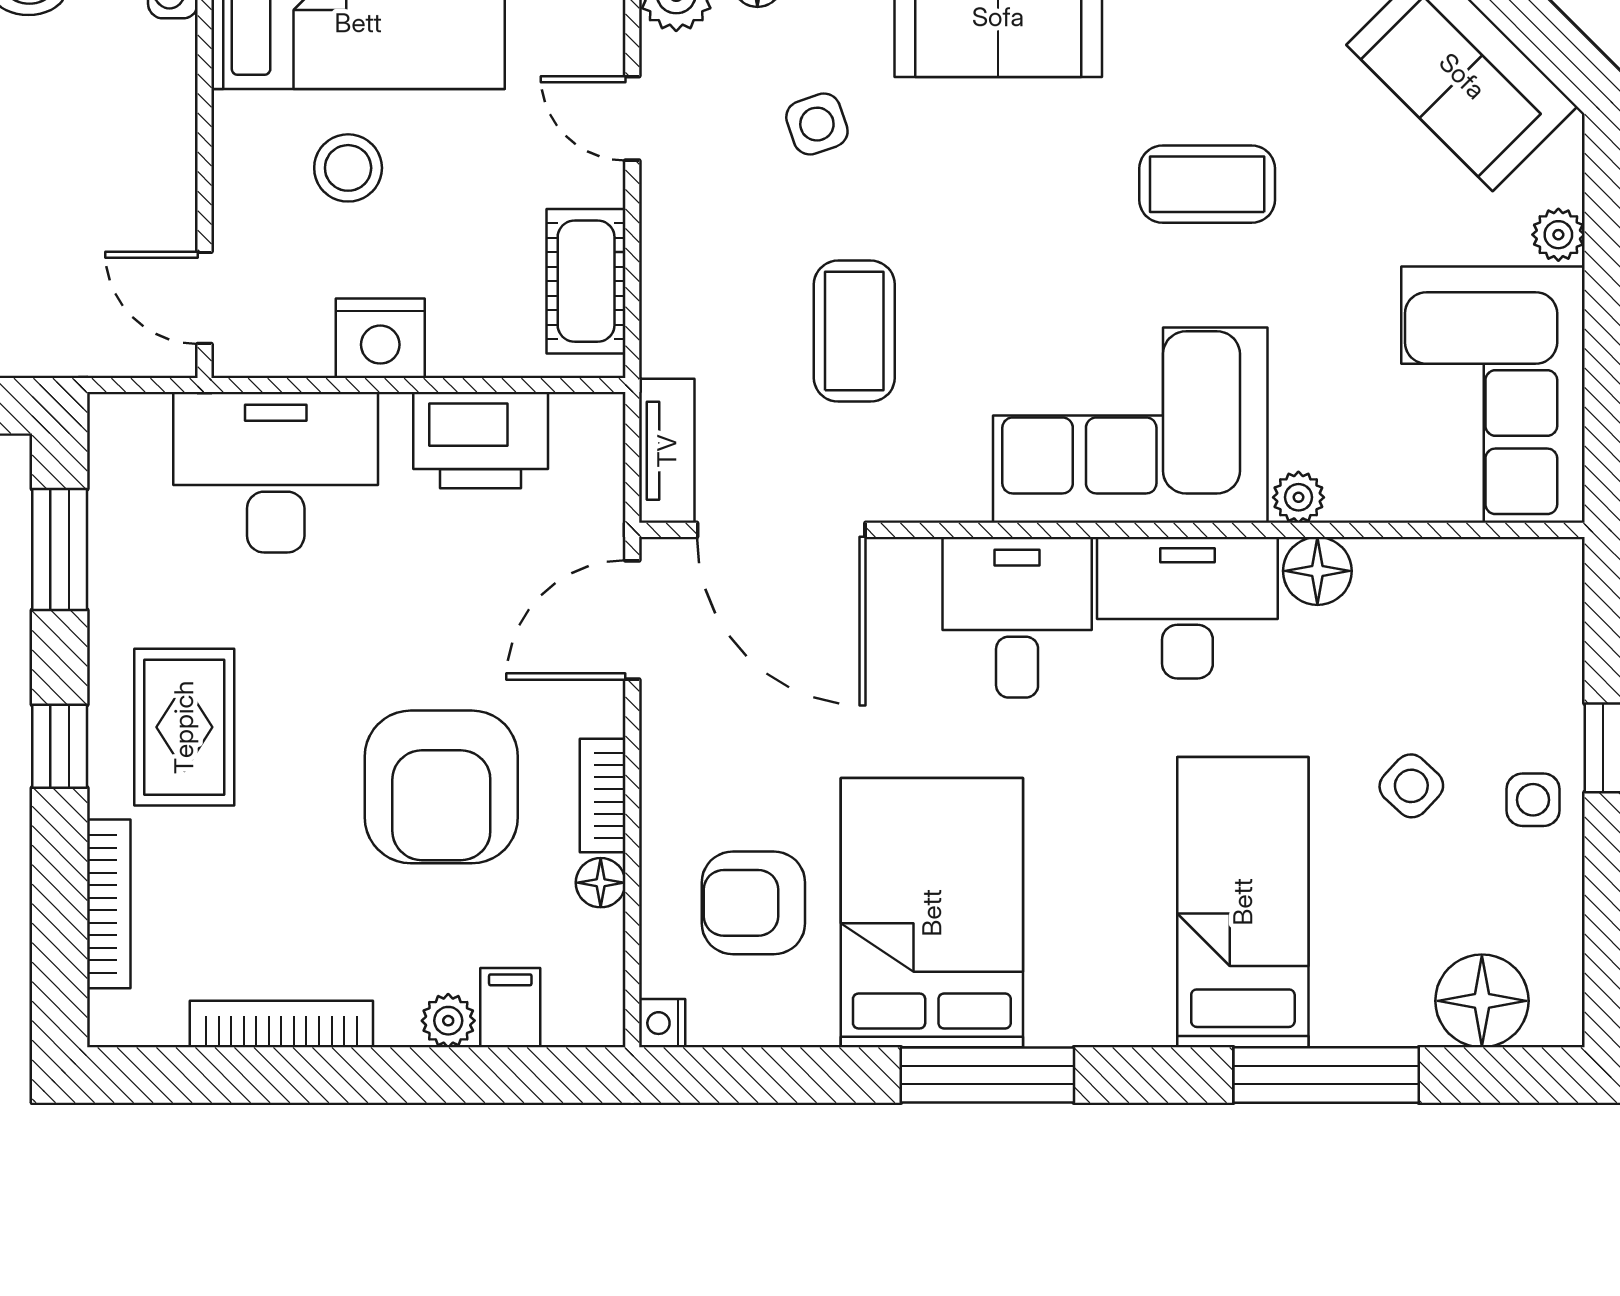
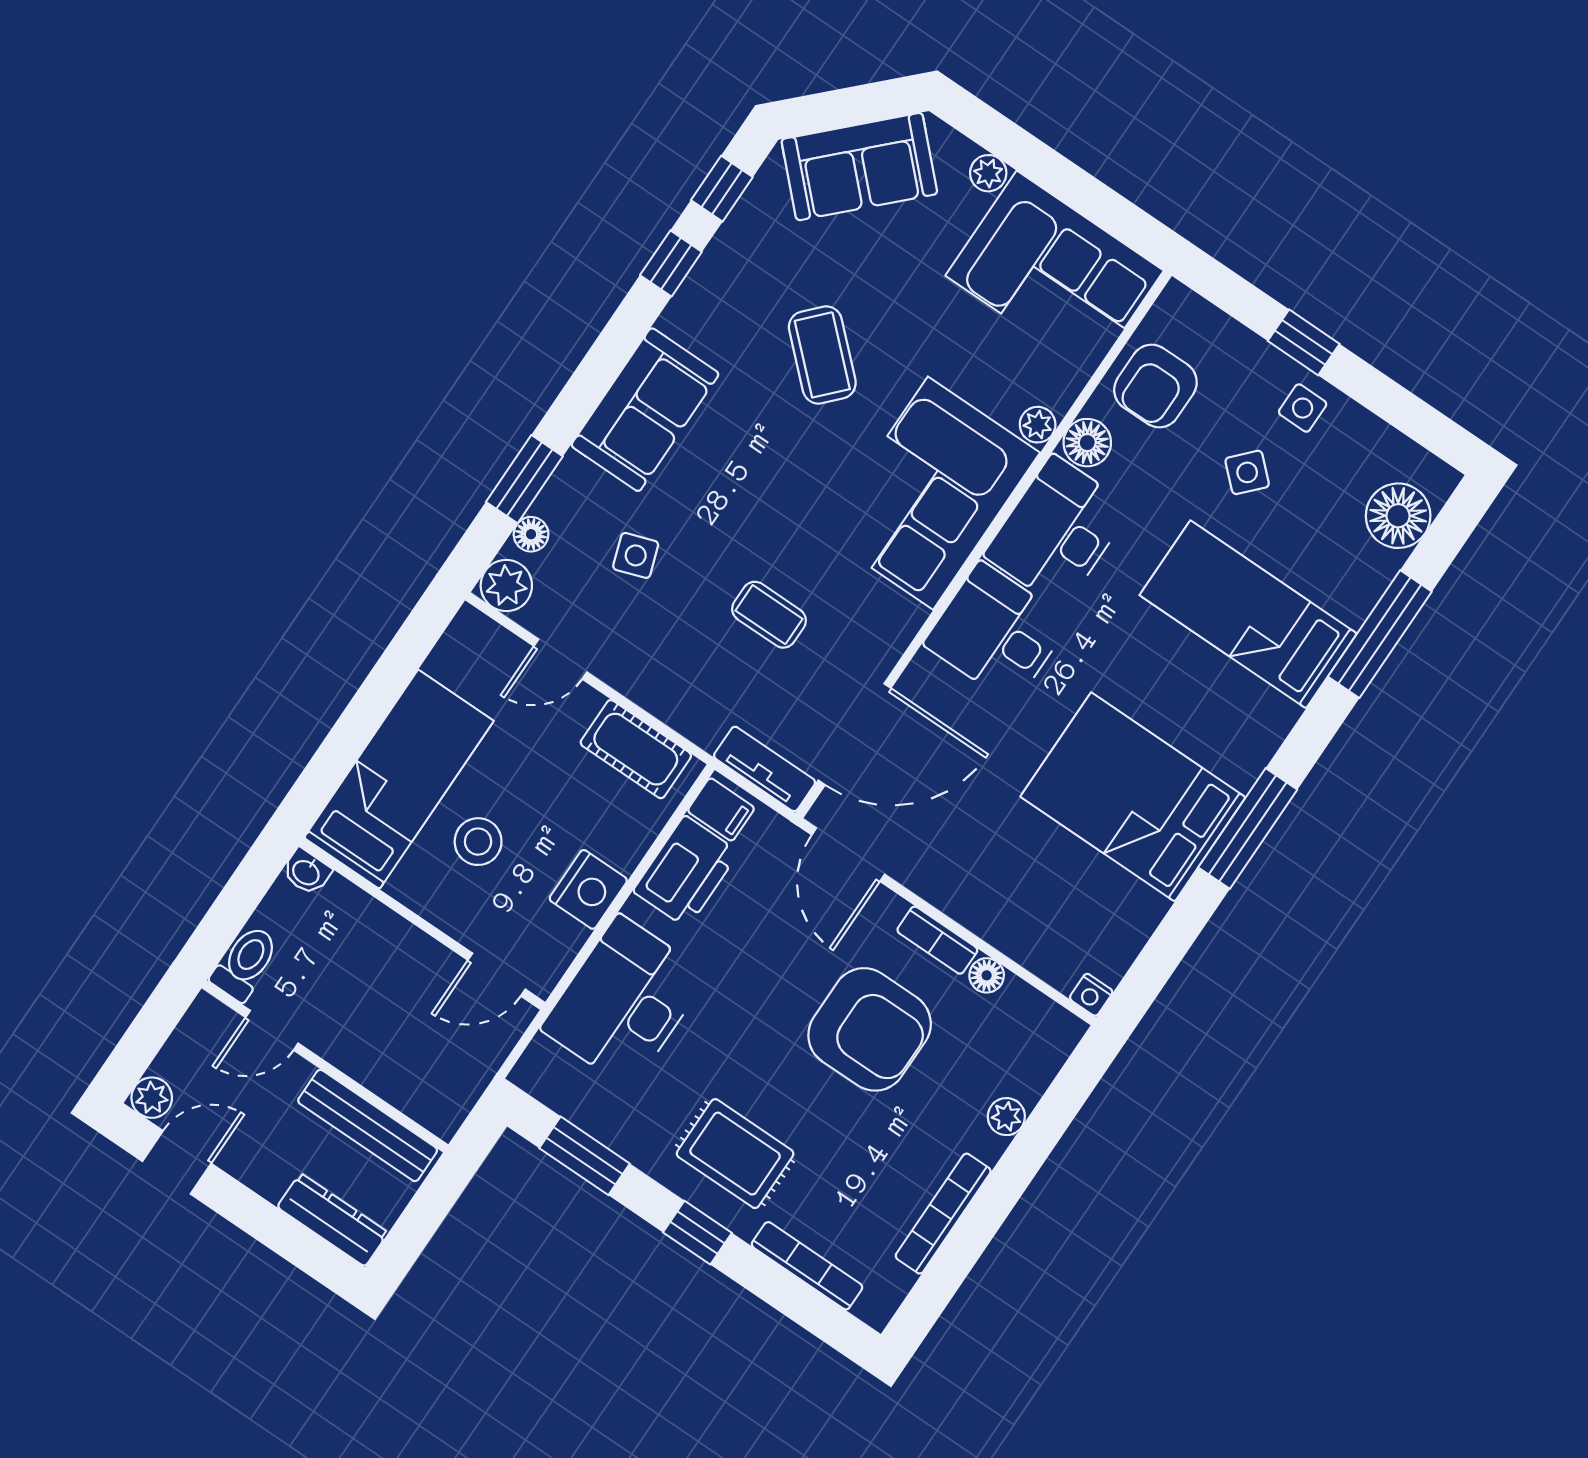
coffee table: (1207, 184) -> (822, 355), turned -47
coffee table: (854, 331) -> (769, 615), width x0.73, depth x0.77
armchair: (753, 903) -> (1155, 386), moved
filing cabinet: (510, 1008) -> (721, 809), moved, turned 180

